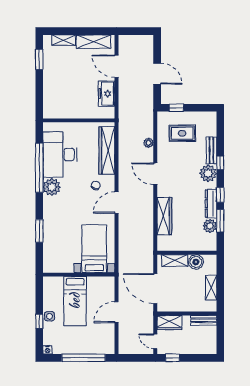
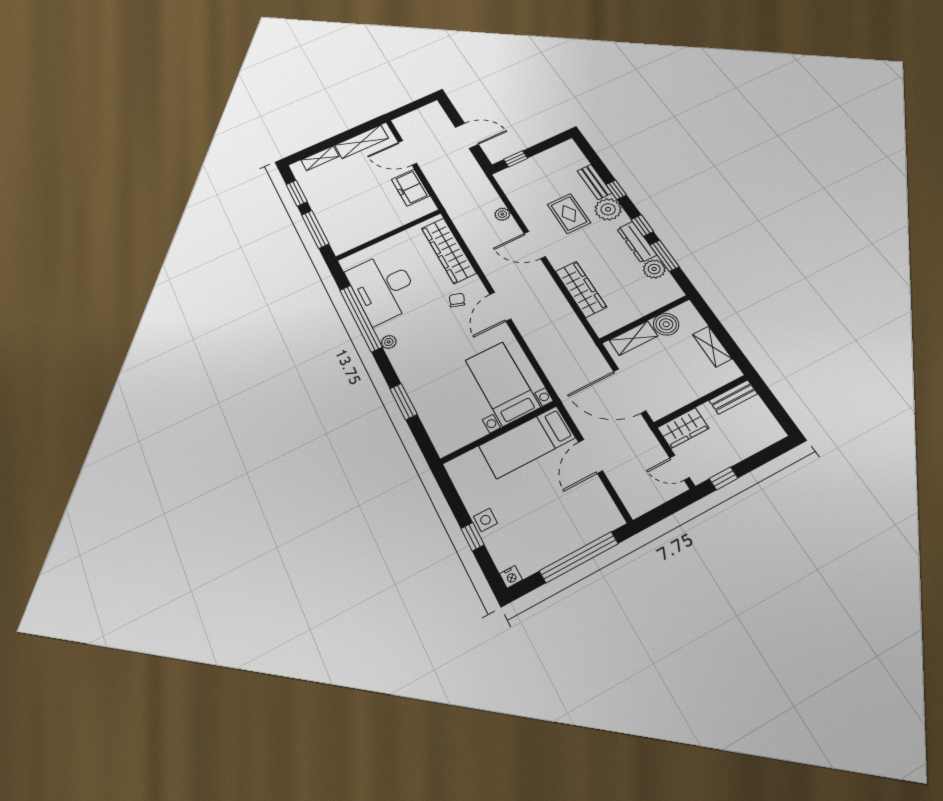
window: (39, 93) -> (315, 229), added
rug: (182, 133) -> (569, 214), moved, turned 90
plant: (52, 187) -> (389, 342), width x0.53, depth x0.53
bed: (75, 301) -> (527, 442), moved, turned 90

